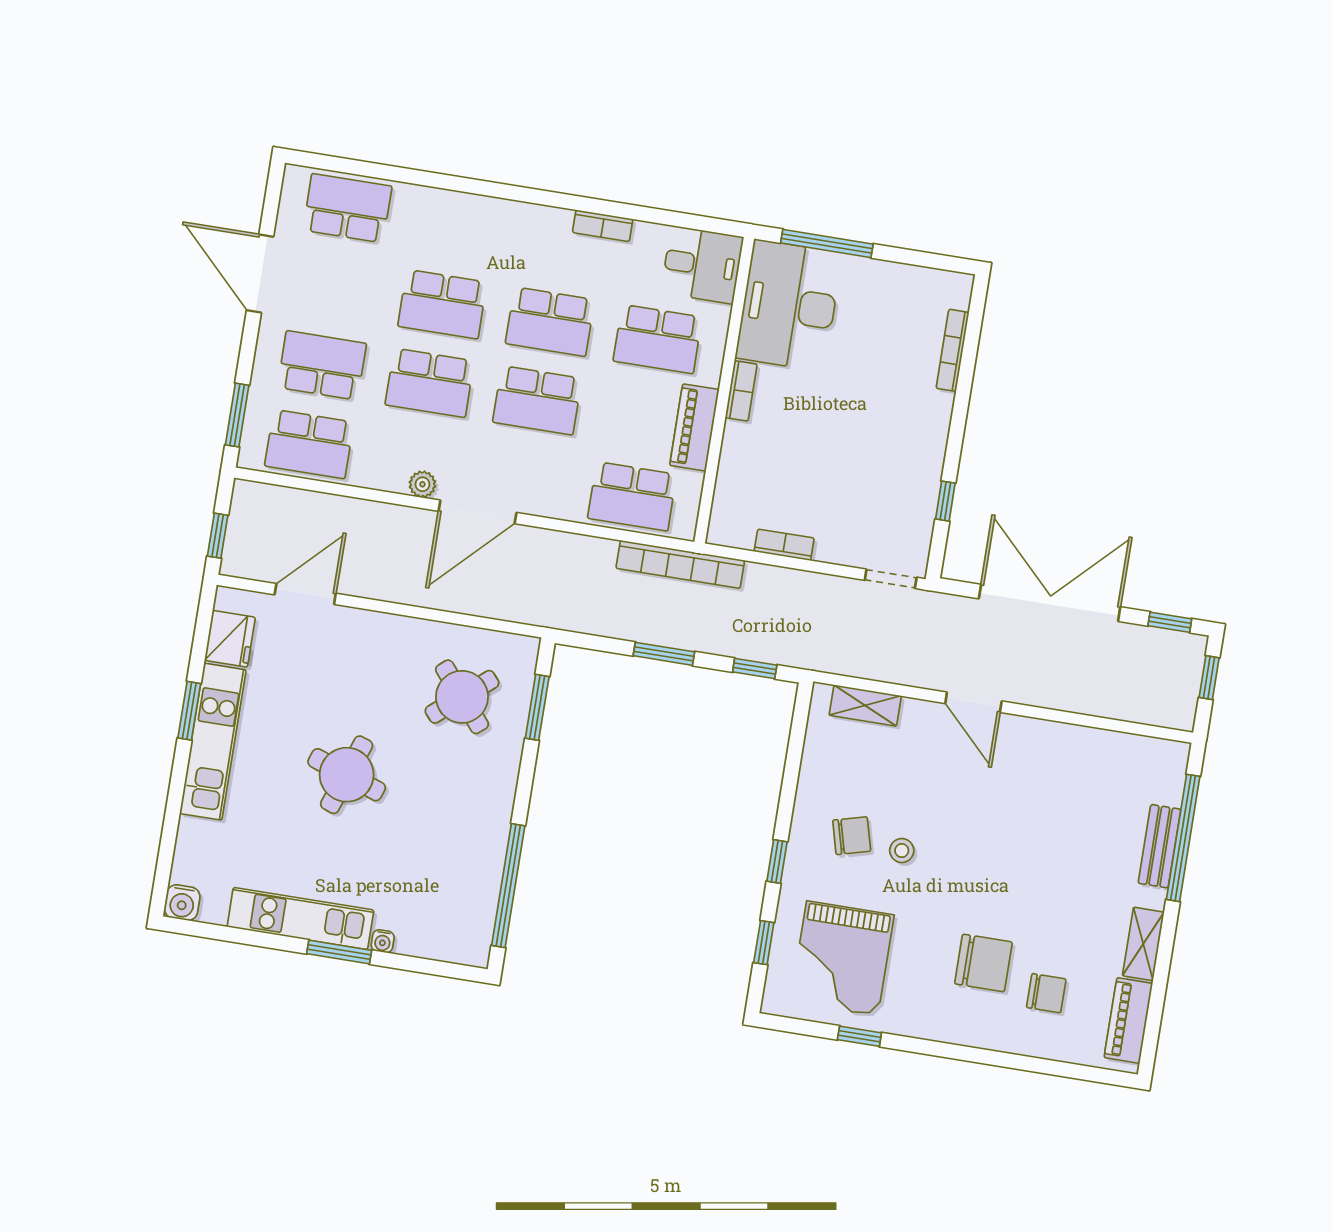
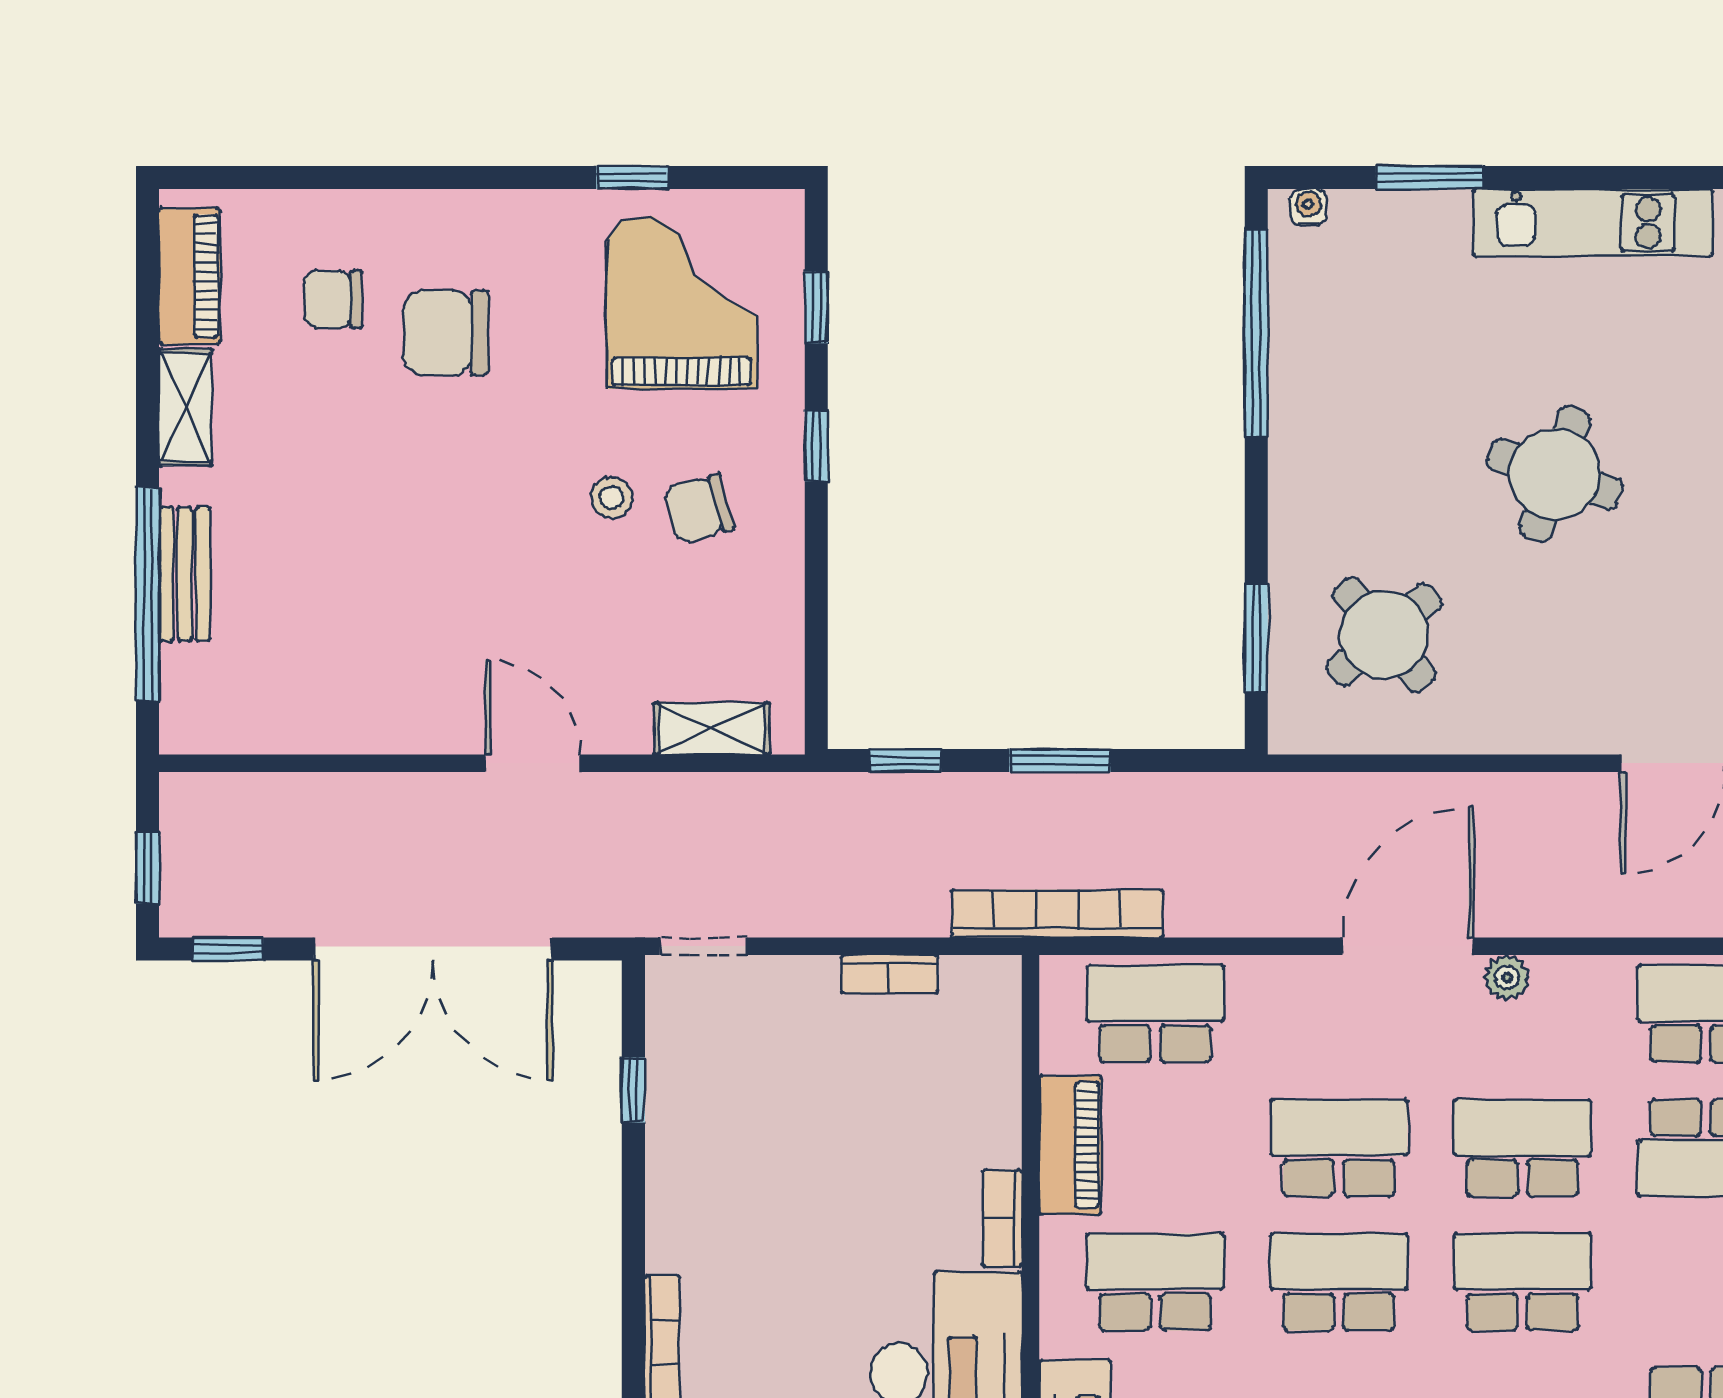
water cooler: (383, 941) -> (1308, 207), moved
window: (339, 952) -> (1429, 177), moved

